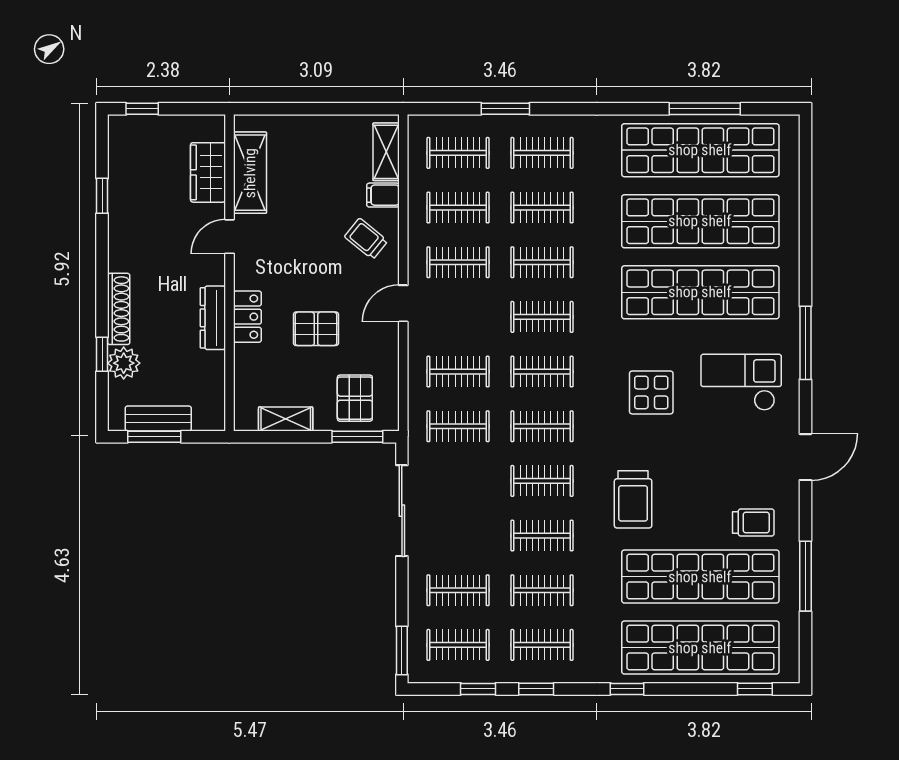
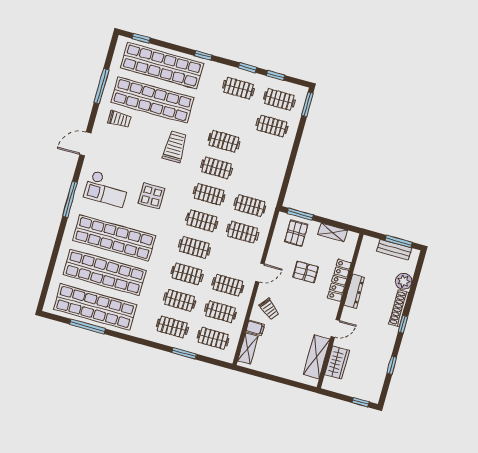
locker: (247, 317) -> (339, 280), width x1.53
window: (102, 354) -> (403, 324), moved
sliding door: (402, 511) -> (288, 172), removed
trolley: (753, 522) -> (119, 119), turned 180
clothes rail: (542, 590) -> (231, 115), removed

